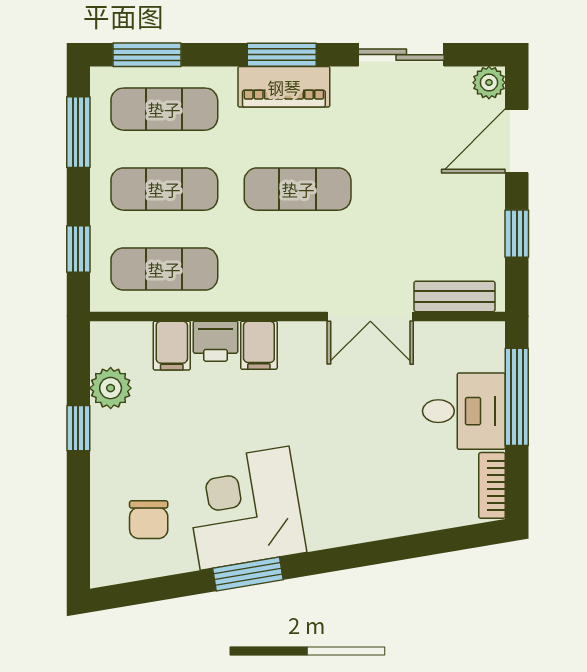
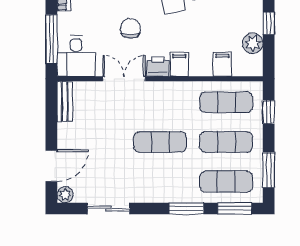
window: (282, 55) -> (186, 208), moved
piano: (284, 87) -> (167, 193), removed
window: (517, 234) -> (51, 120), removed
bench: (454, 296) -> (65, 102), moved, turned 90
printer: (216, 341) -> (158, 66), moved
desk: (464, 411) -> (76, 56), moved, turned -90
chair: (357, 418) -> (130, 28), added

